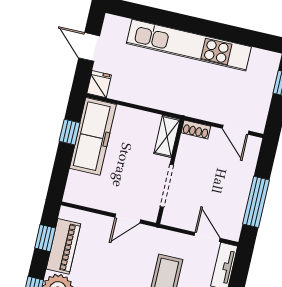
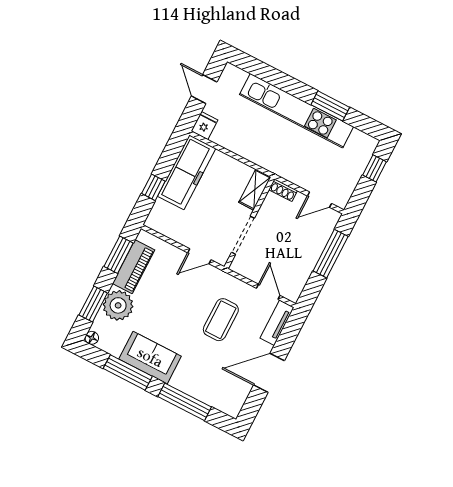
window: (222, 32) -> (330, 106), added
door: (235, 130) -> (320, 200), hinge flipped
window: (70, 132) -> (153, 187), moved
window: (256, 202) -> (331, 254), moved
window: (45, 238) -> (119, 255), width x1.50

